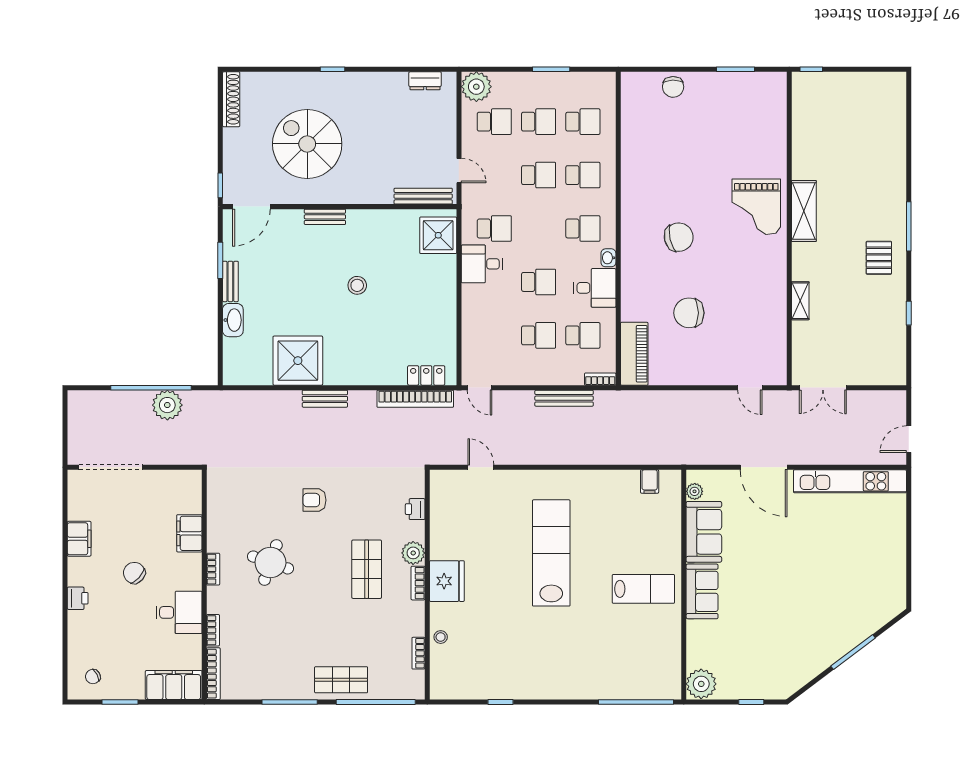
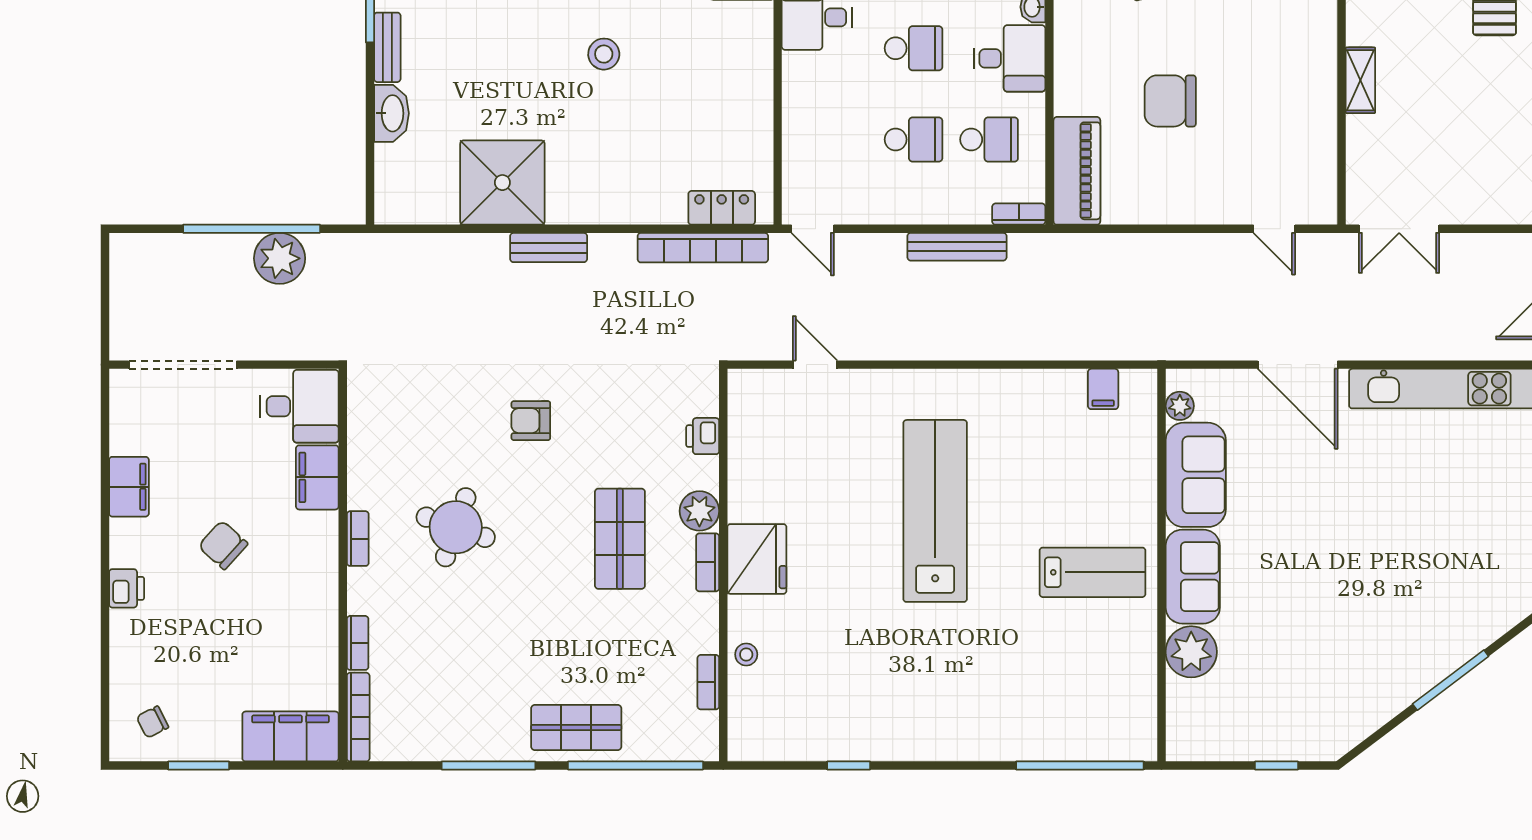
desk: (179, 612) -> (299, 406), moved
plant: (701, 684) -> (1191, 652), moved

